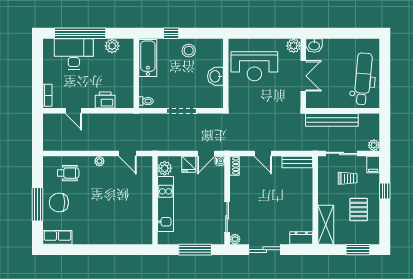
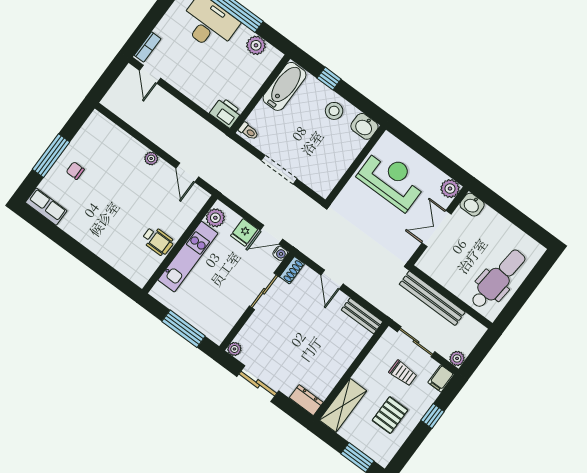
reception desk: (254, 66) -> (392, 180), turned 180
washbasin: (215, 76) -> (364, 126), moved, turned -90
double door: (303, 76) -> (436, 229), swing flipped
printer: (105, 100) -> (226, 113), moved
door: (73, 111) -> (150, 74), moved
wheelchair: (68, 173) -> (158, 241), moved
chair: (59, 202) -> (75, 171), width x0.54, depth x0.54
sliding door: (227, 217) -> (264, 291), moved

